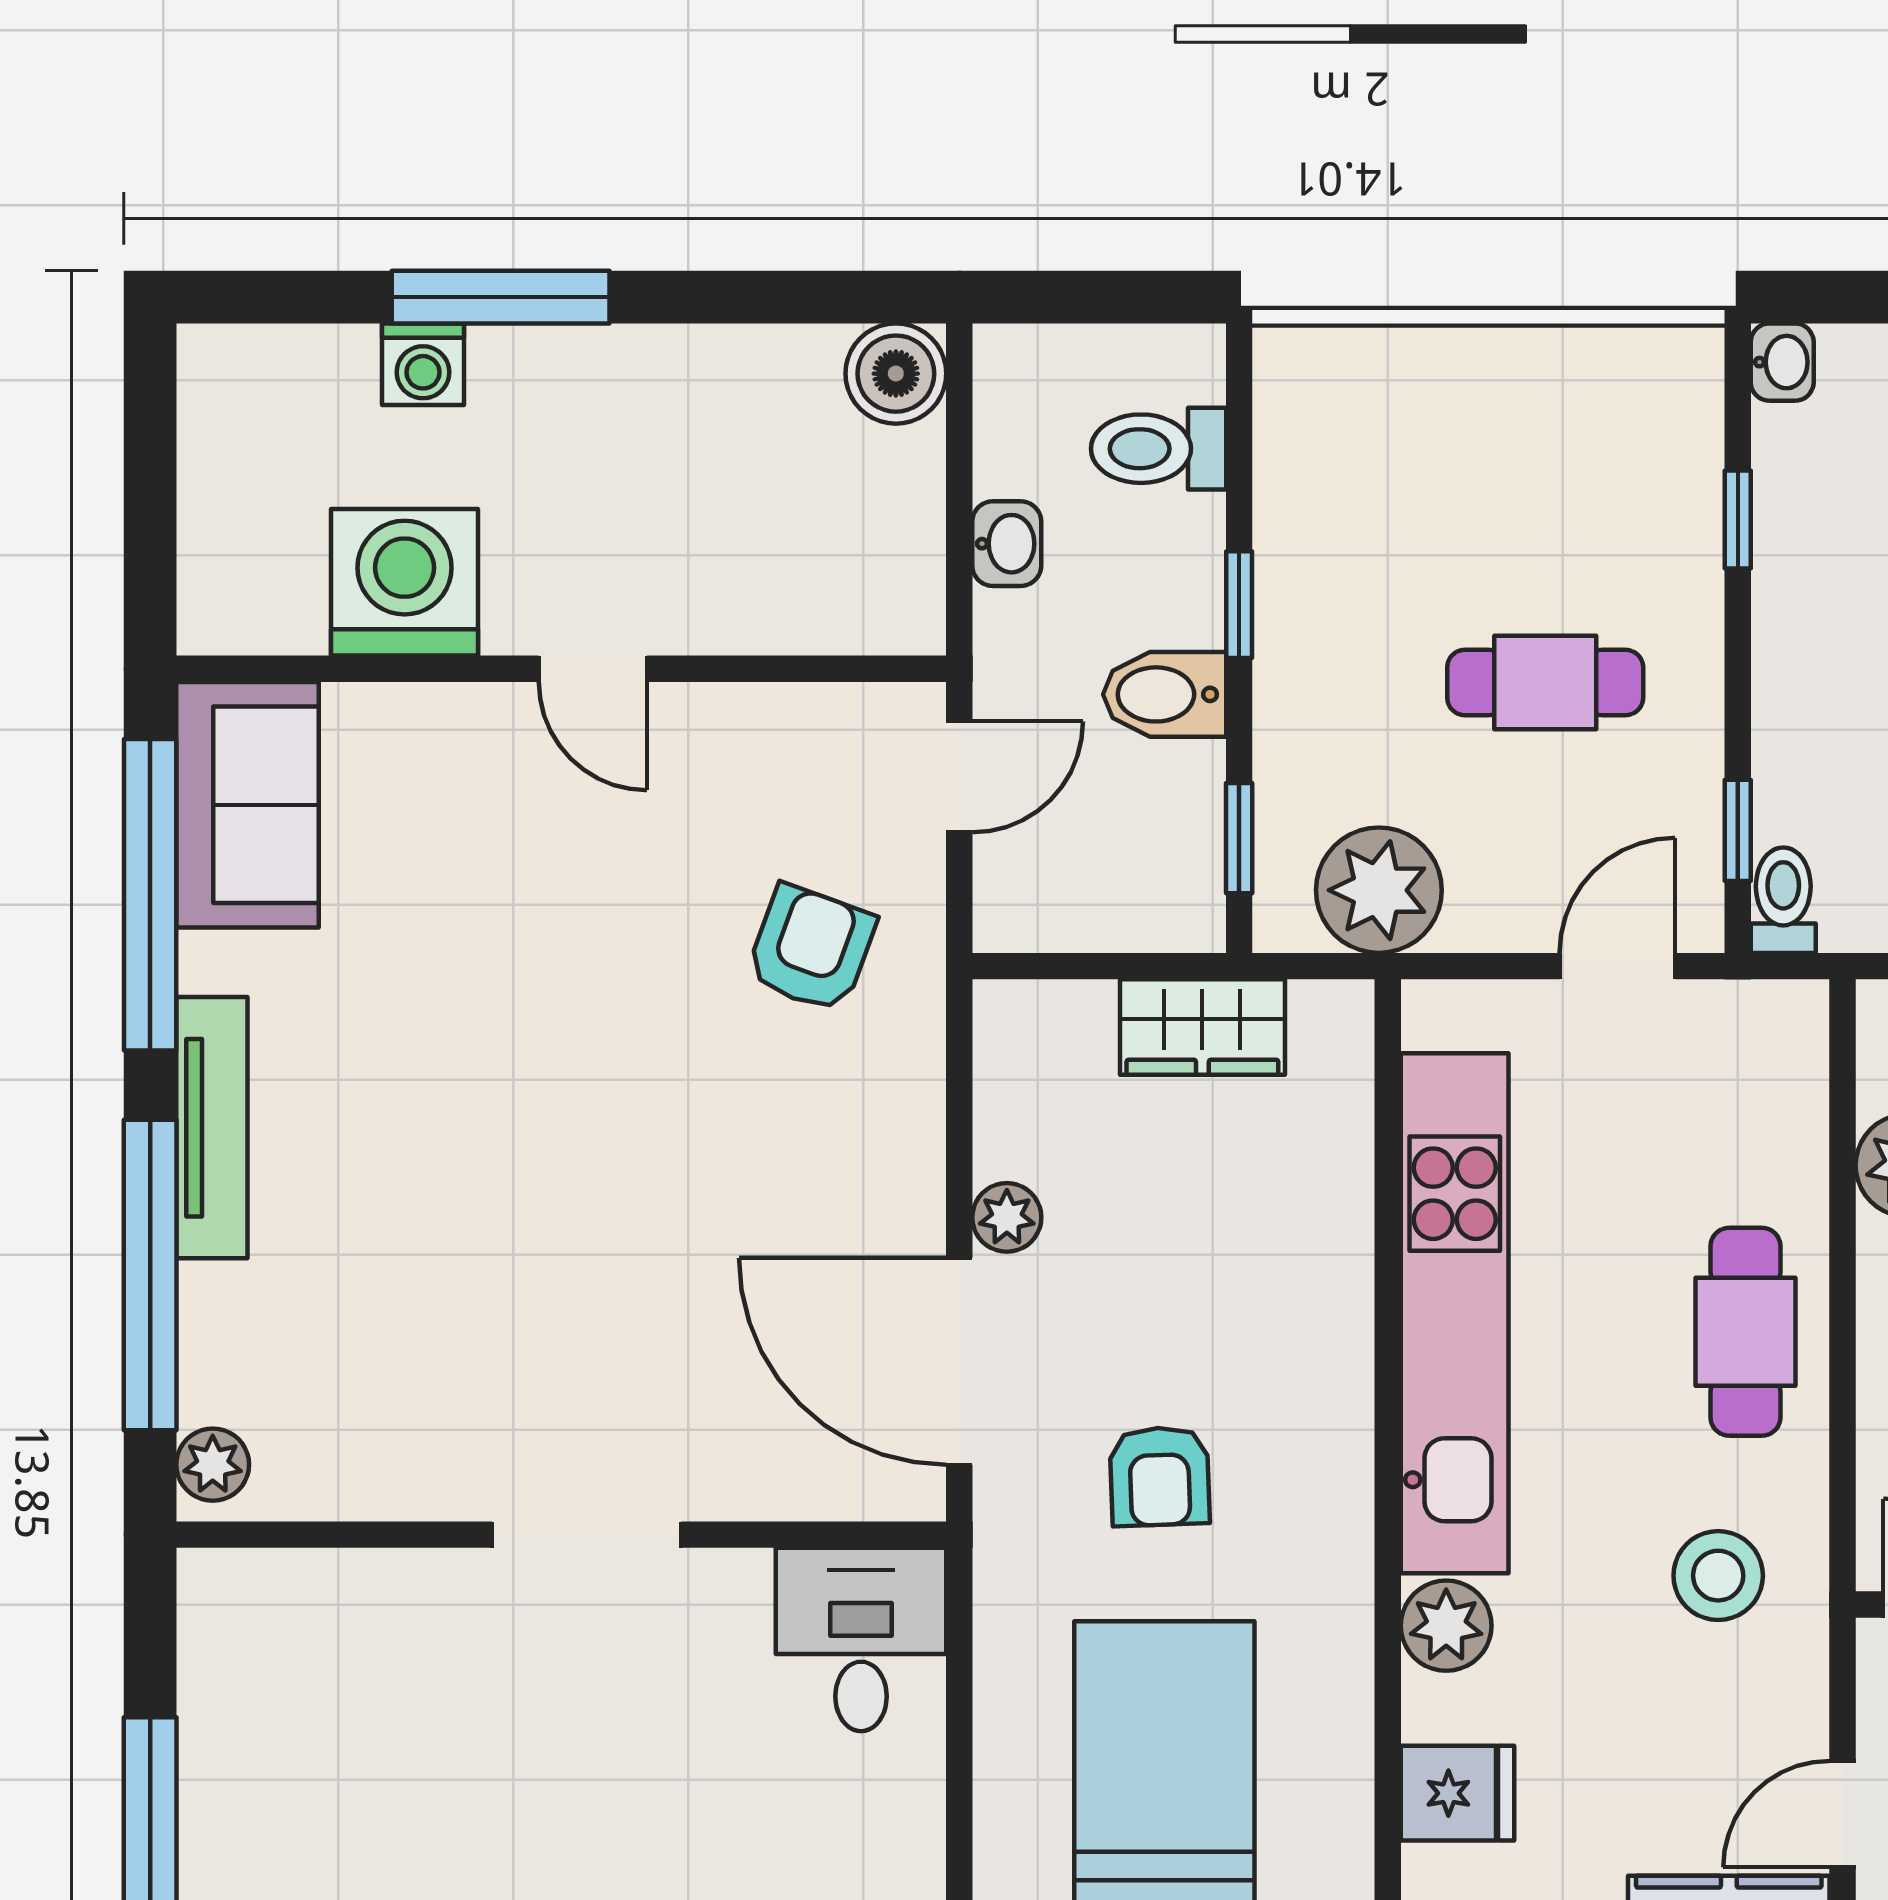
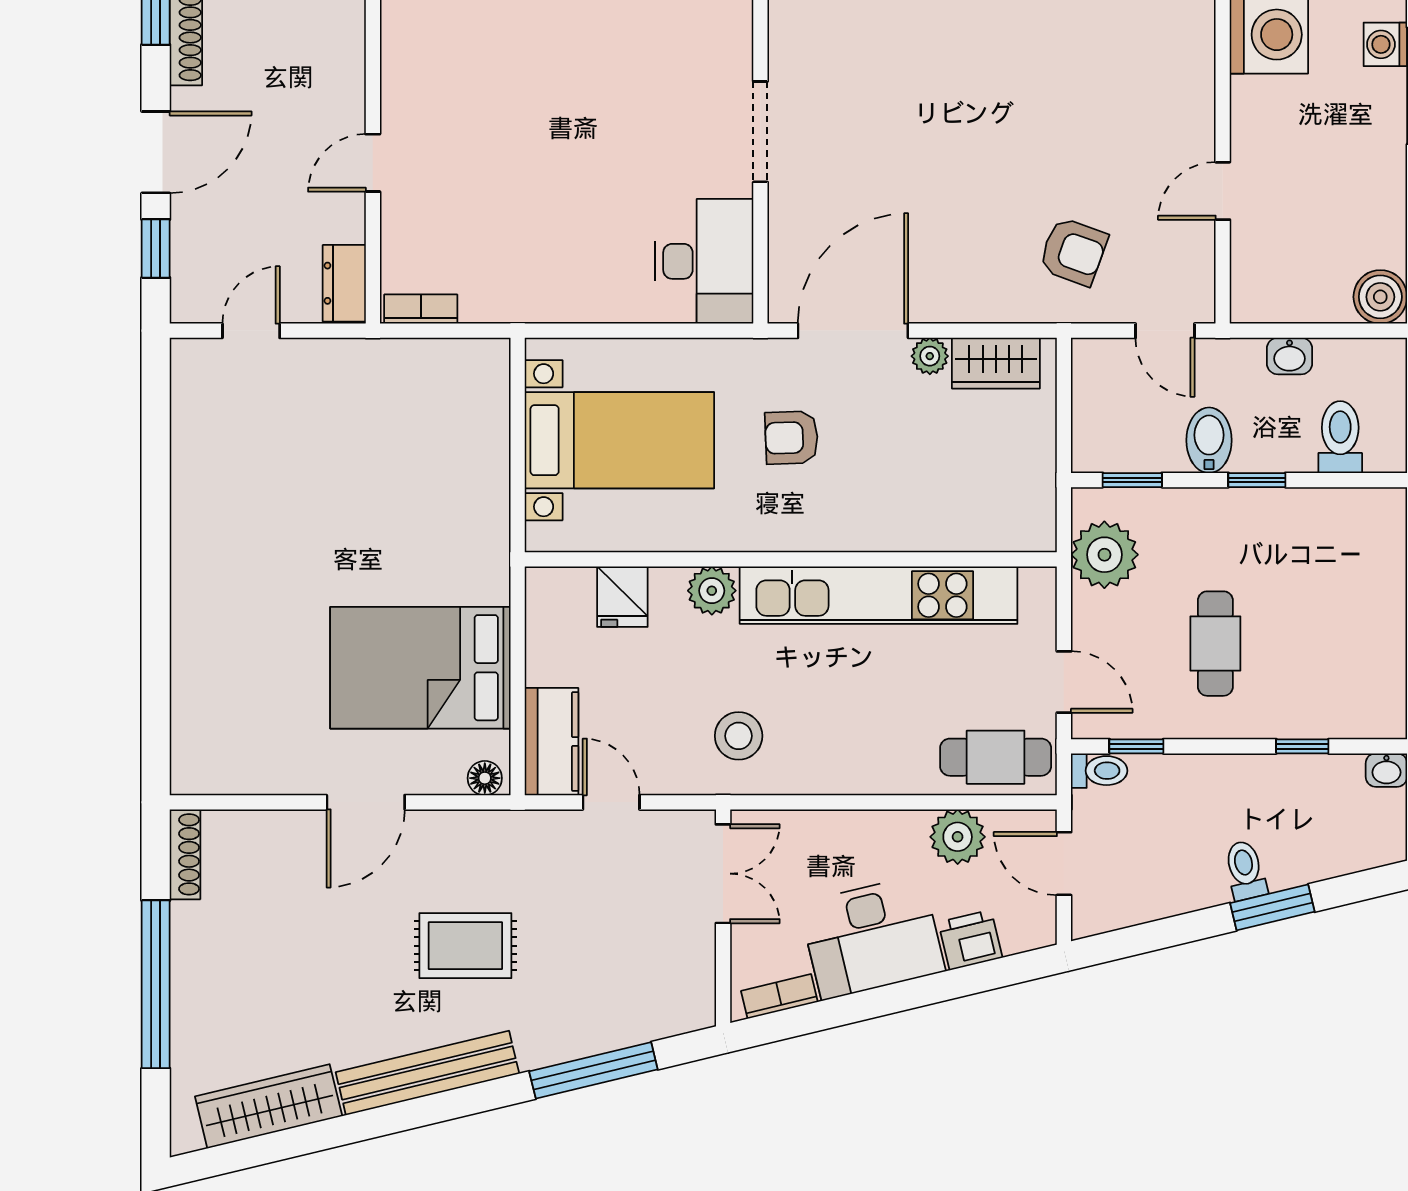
door: (593, 669) -> (1223, 191), moved
wardrobe: (1202, 1027) -> (996, 363), moved, turned -90
cafe table: (1745, 1332) -> (996, 757), moved
desk: (861, 1640) -> (704, 261), width x1.37

